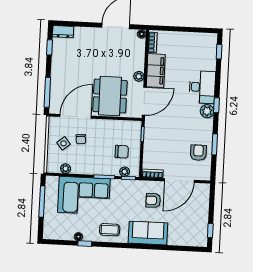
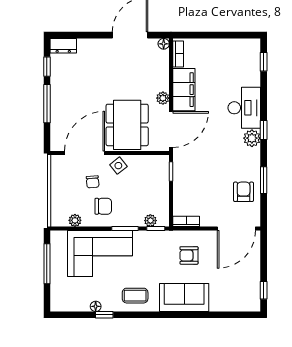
window: (47, 92) -> (47, 104), moved
side table: (63, 143) -> (118, 166), moved
chair: (122, 152) -> (103, 206), moved
door: (179, 181) -> (236, 229), moved

